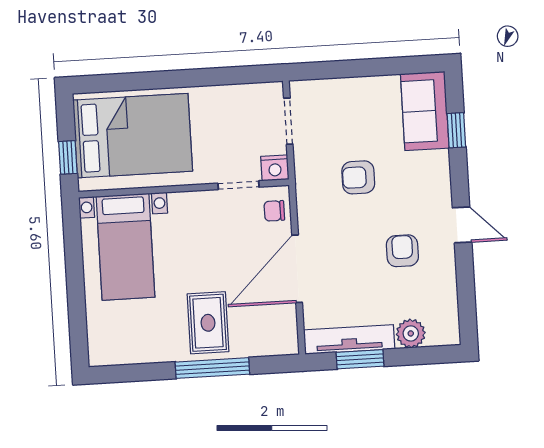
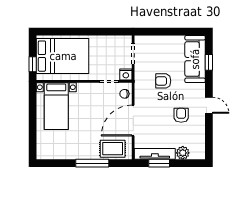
sofa: (425, 111) -> (195, 59), width x1.36
rug: (208, 323) -> (113, 149), moved, turned 90

